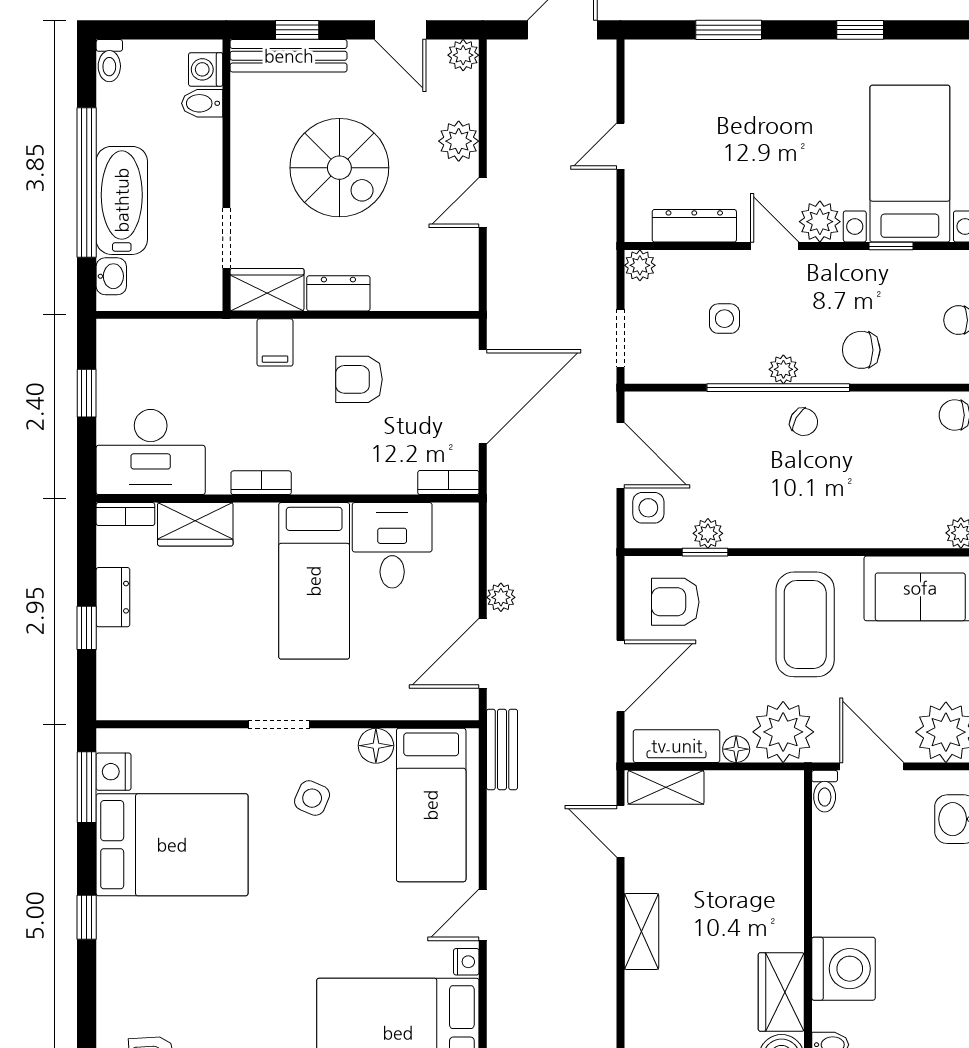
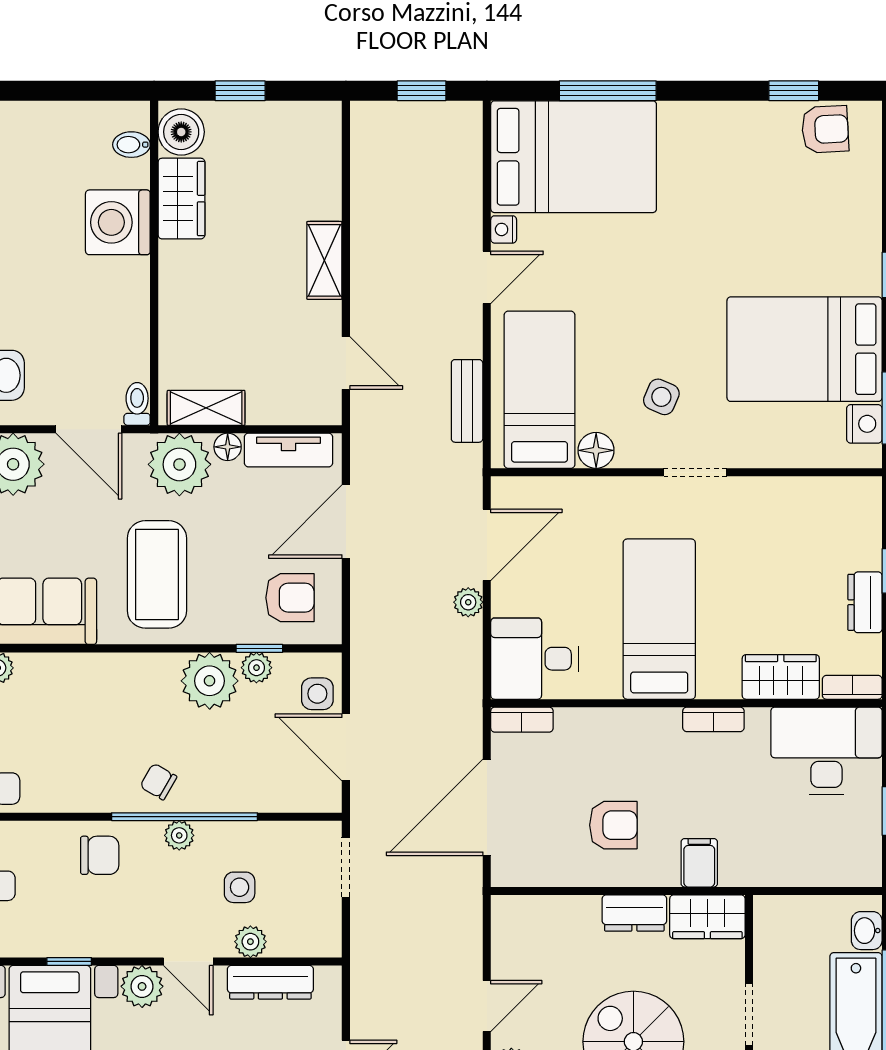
doorway: (226, 238) -> (749, 1015), moved
plant: (640, 265) -> (250, 942), moved
plant: (754, 520) -> (210, 681), added
desk: (392, 545) -> (535, 659), moved, turned 90
bench: (502, 749) -> (467, 401), moved
shelving: (666, 787) -> (206, 408), moved

